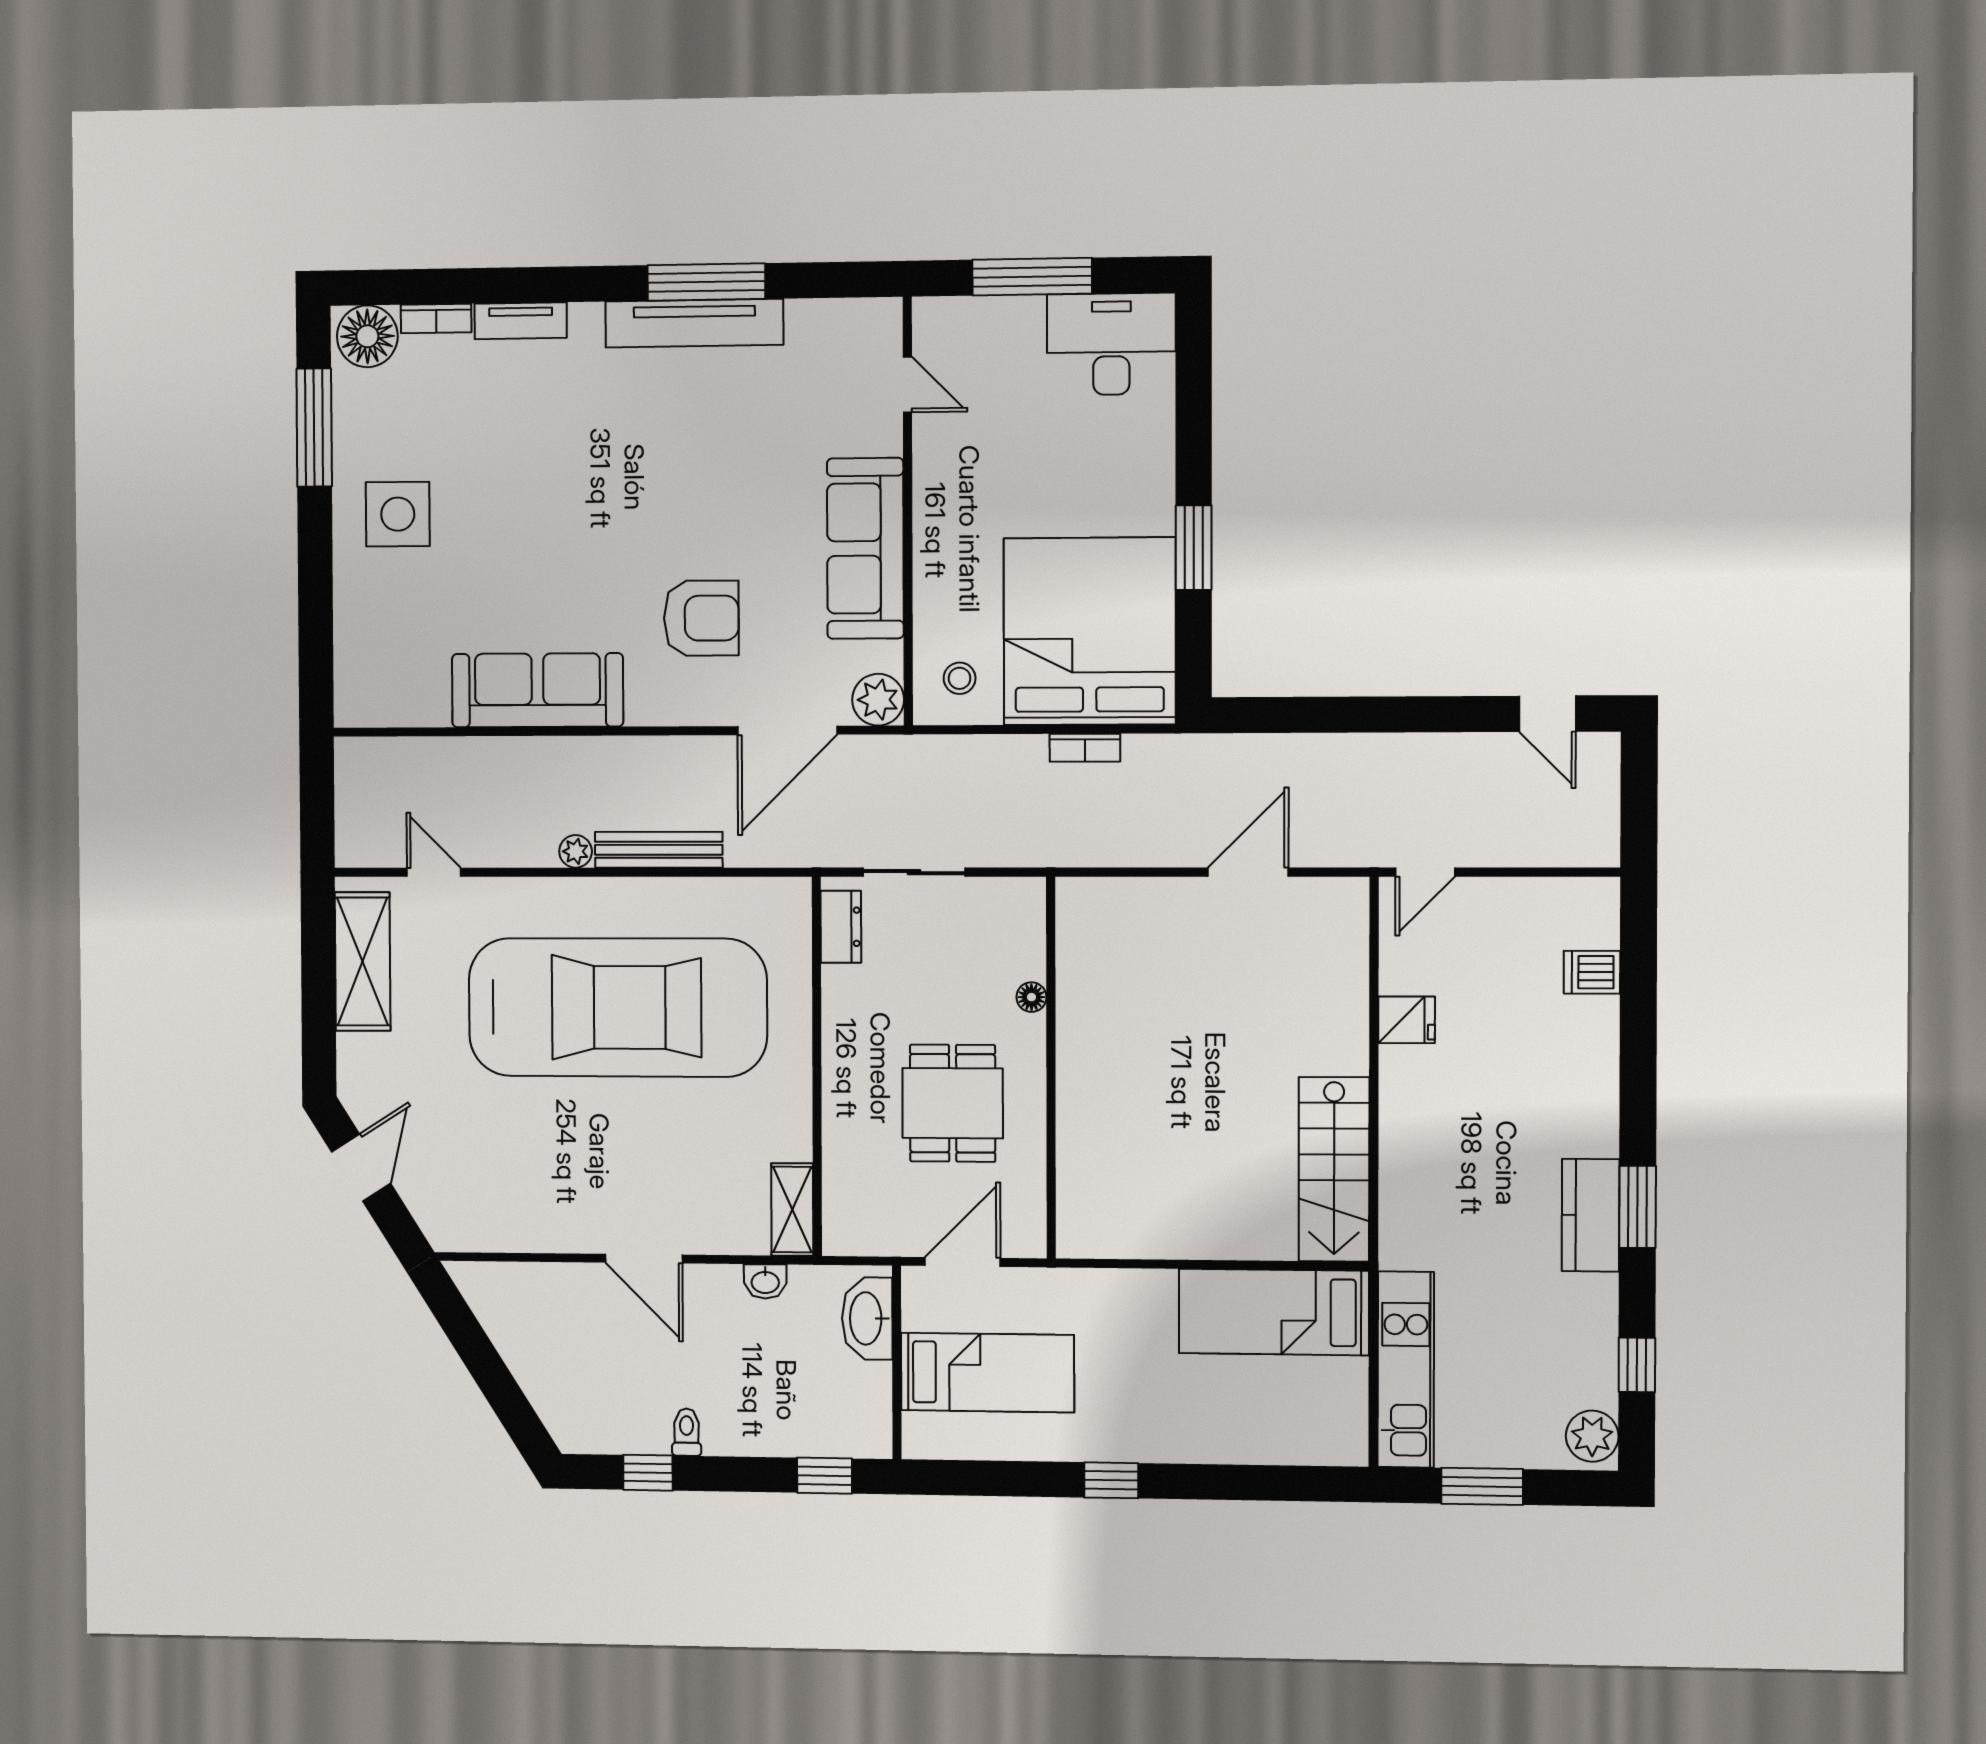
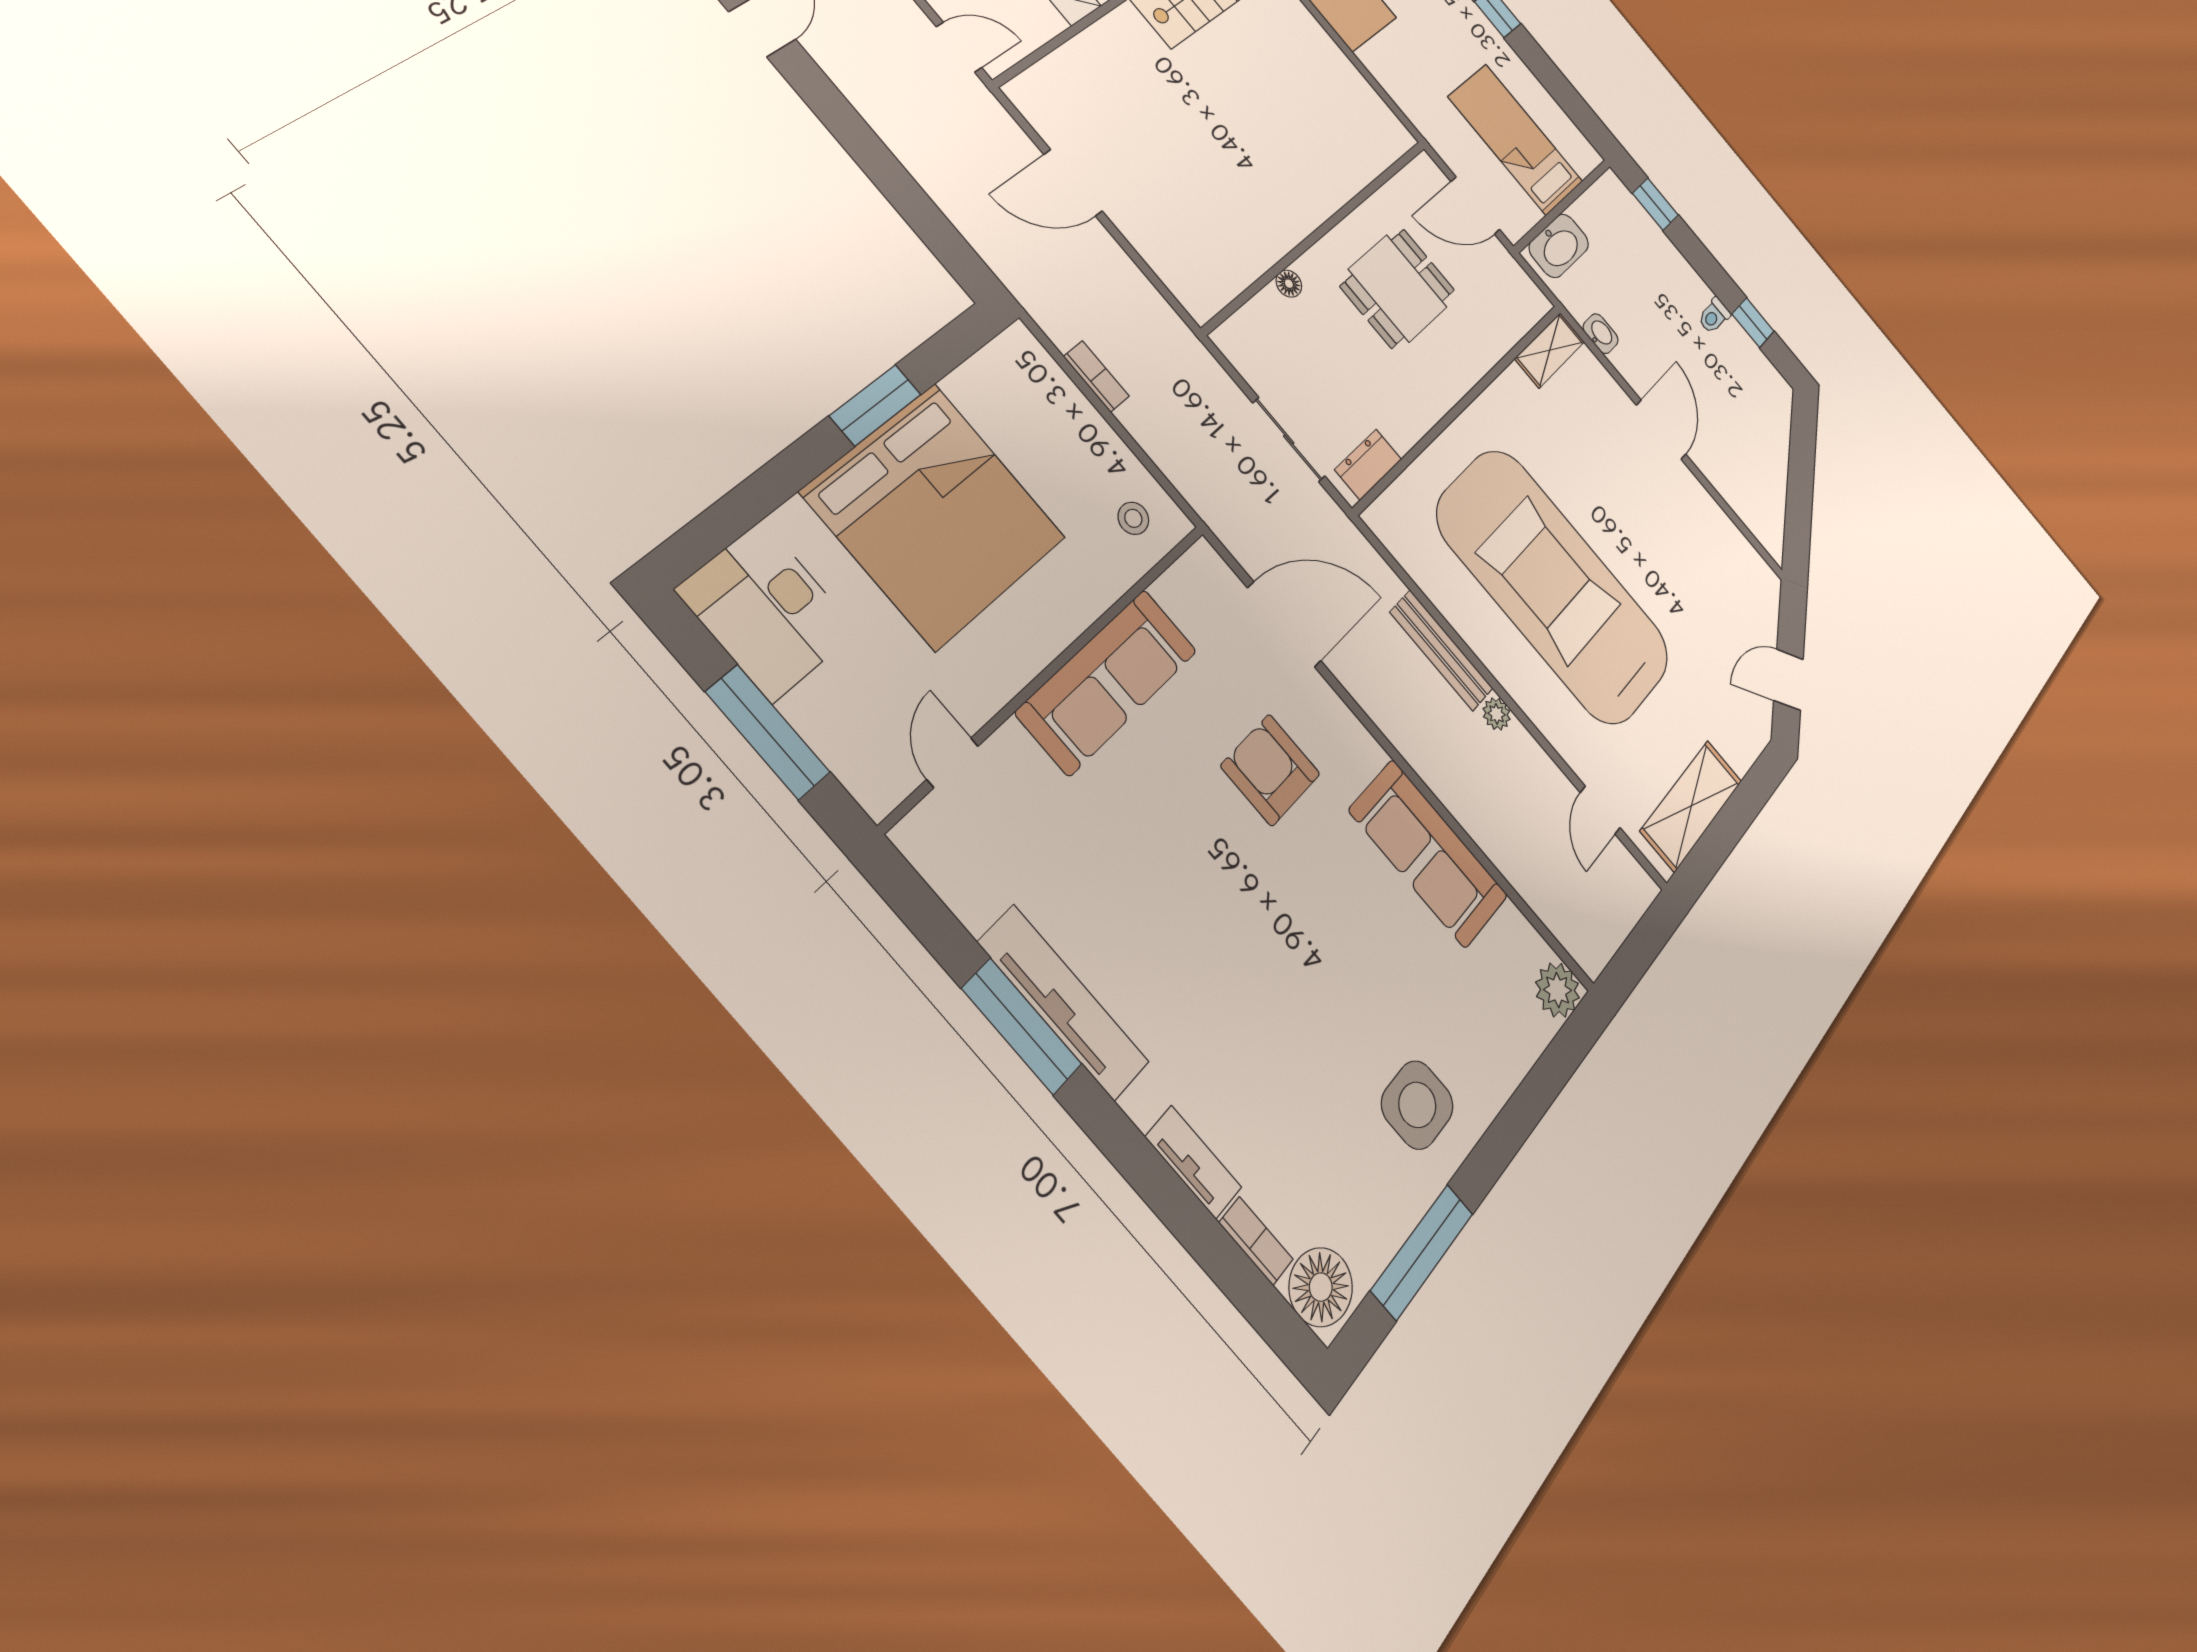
bed: (1090, 631) -> (935, 515), moved, turned -90
plant: (878, 700) -> (1558, 990), moved

